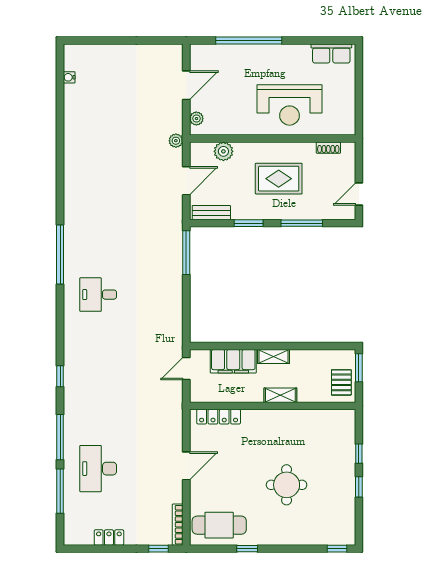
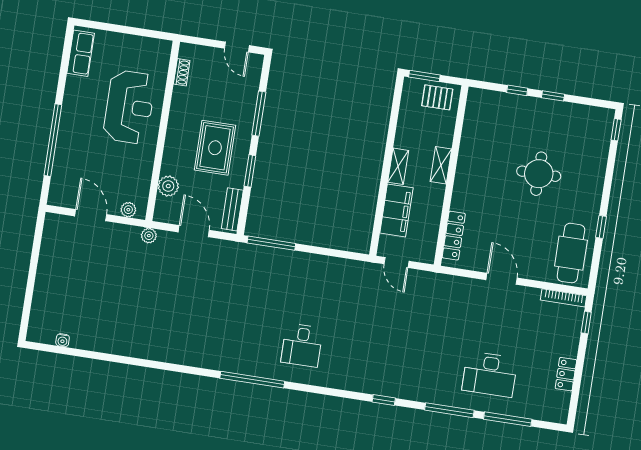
rug: (279, 179) -> (215, 148), moved

